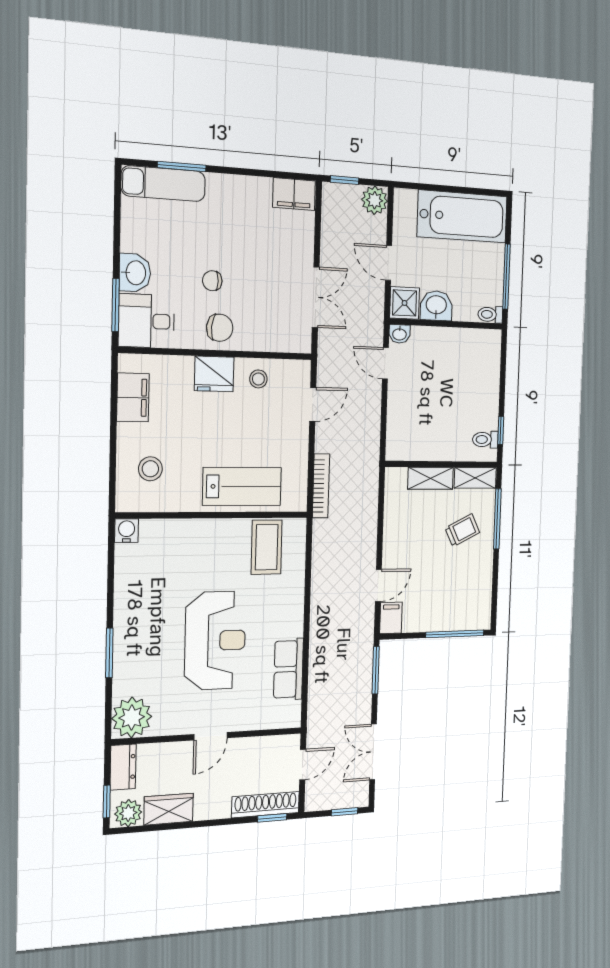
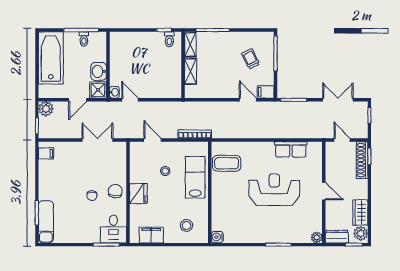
filing cabinet: (294, 194) -> (46, 153), width x0.50
washbasin: (135, 273) -> (90, 235), removed
toilet: (490, 314) -> (84, 39), moved
door: (385, 363) -> (130, 100), swing flipped
stool: (258, 379) -> (165, 171), moved
trolley: (462, 530) -> (251, 59), moved
plant: (132, 717) -> (317, 237), width x0.53, depth x0.53
double door: (373, 752) -> (338, 100), swing flipped

